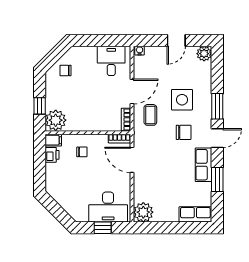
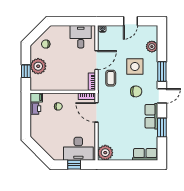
plant: (204, 54) -> (152, 47), moved
plant: (56, 120) -> (38, 66), moved

